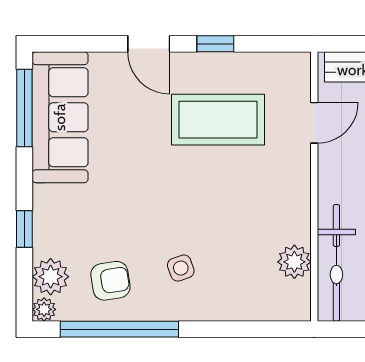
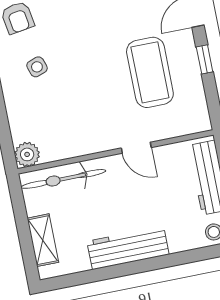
door: (314, 123) -> (136, 148), moved
plant: (294, 262) -> (27, 154), moved

